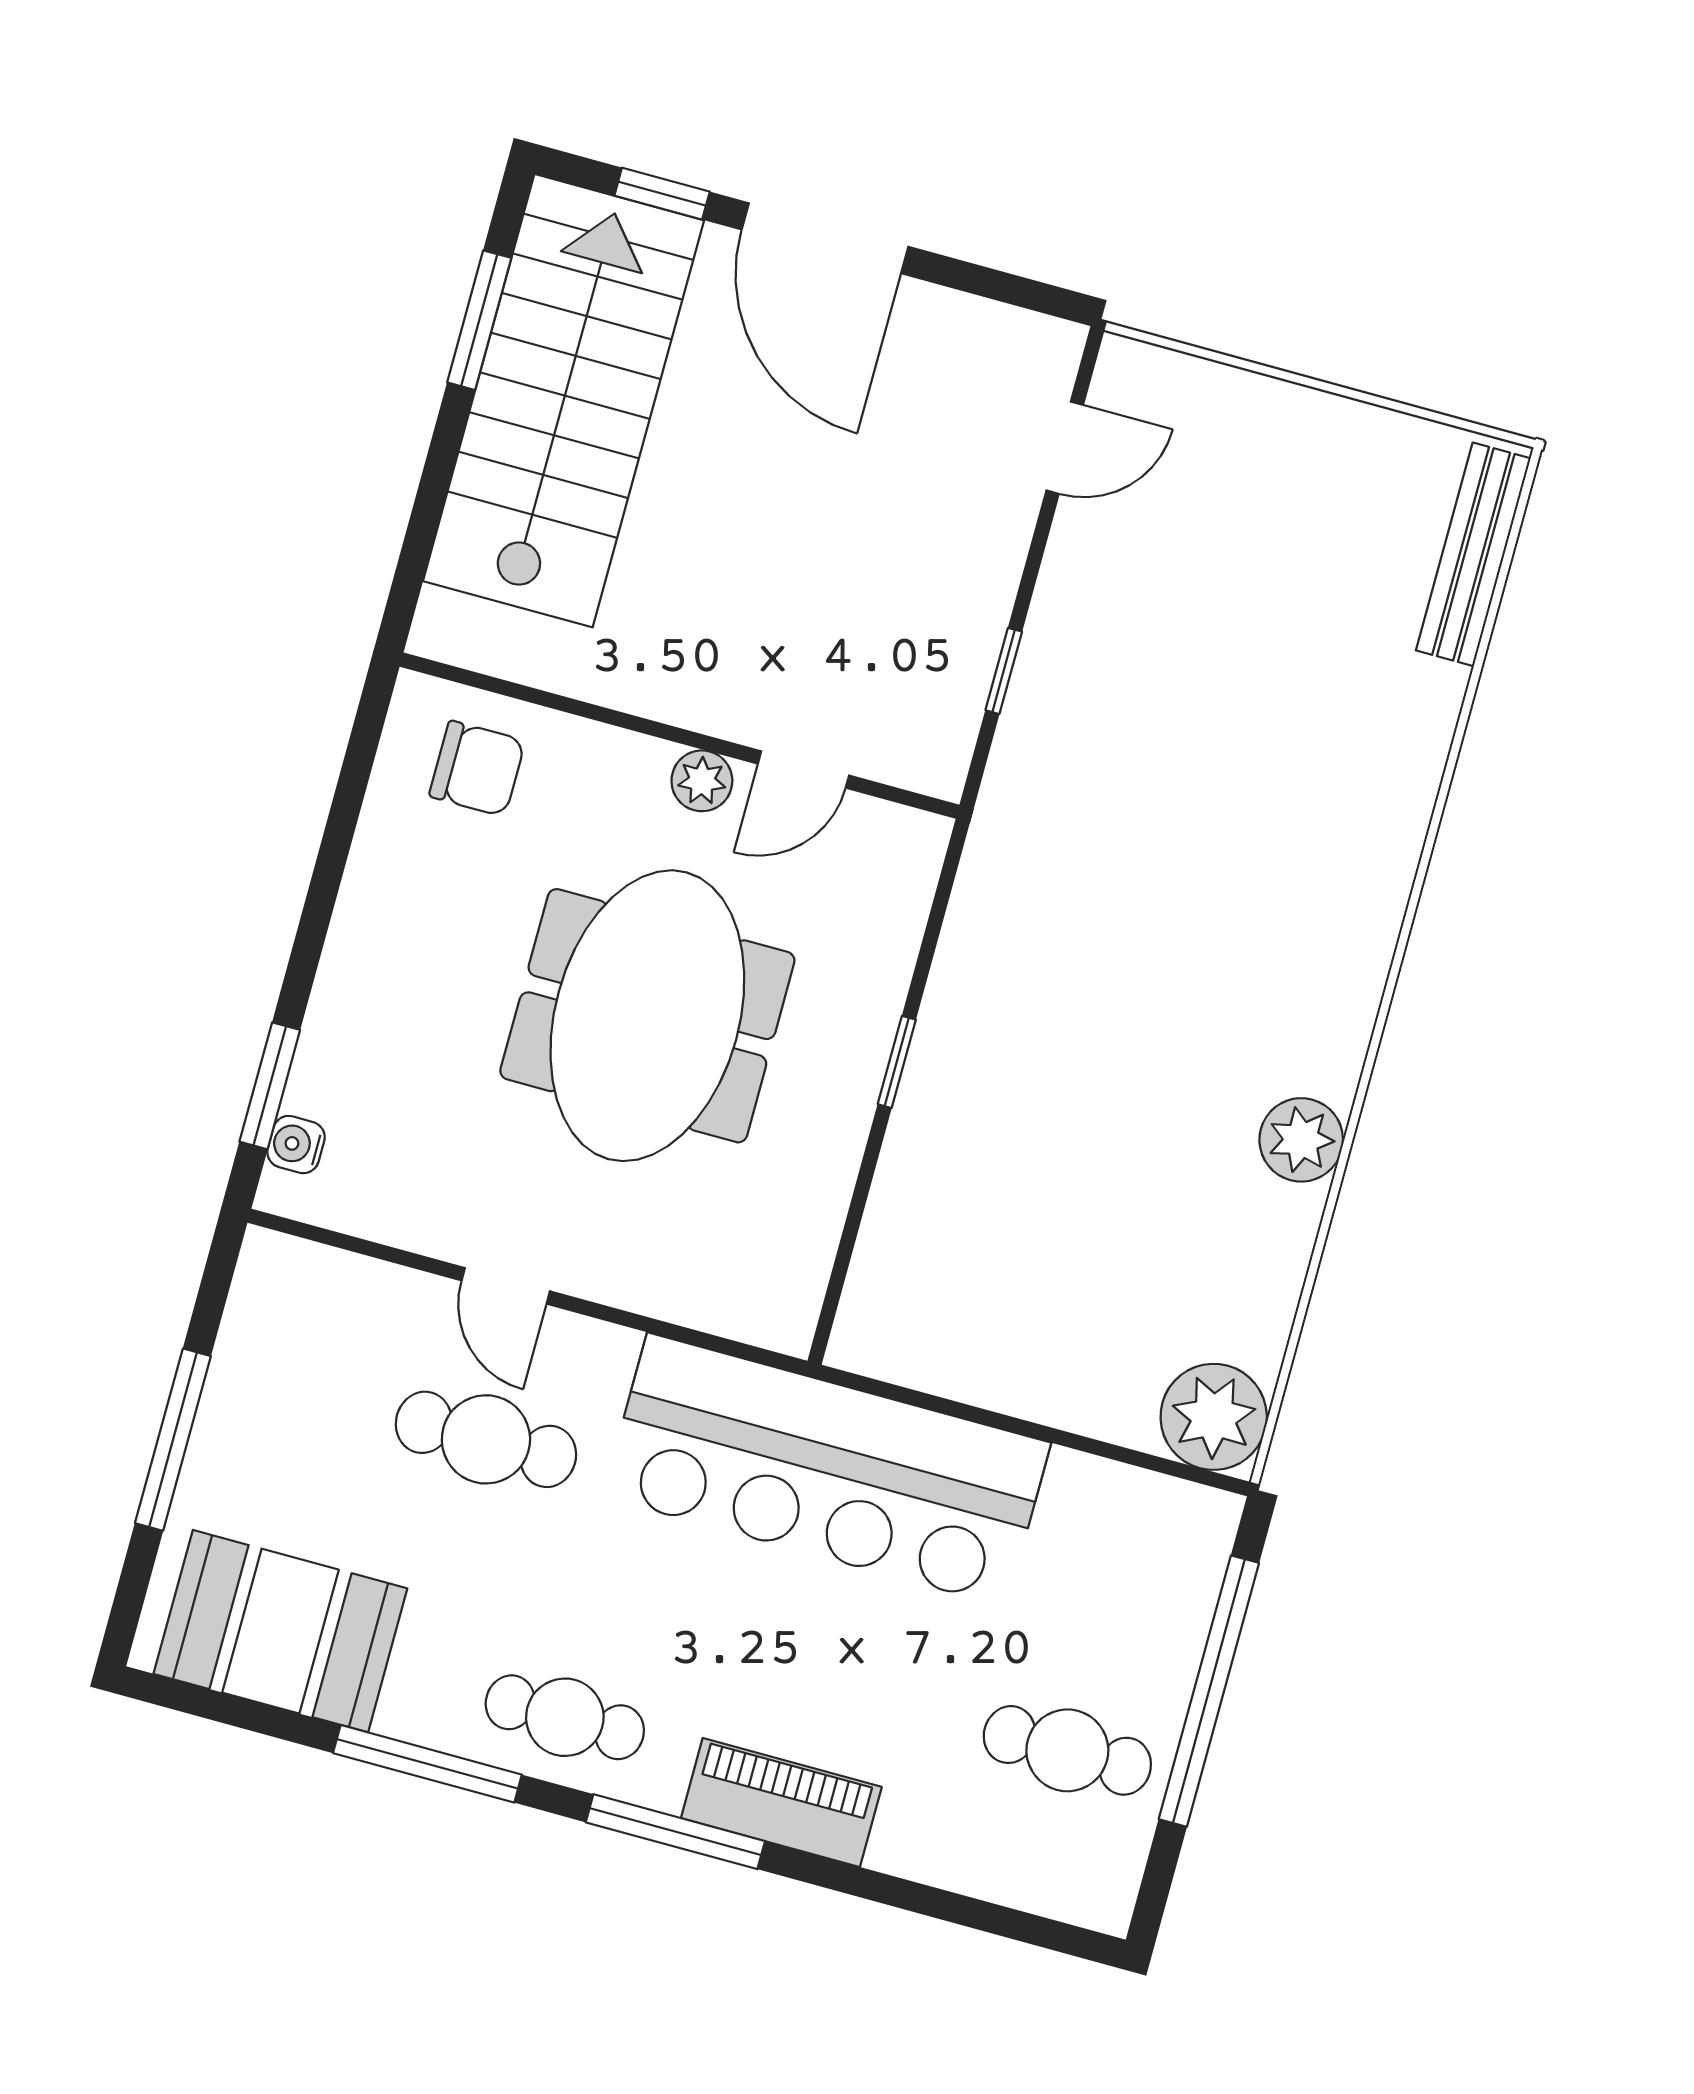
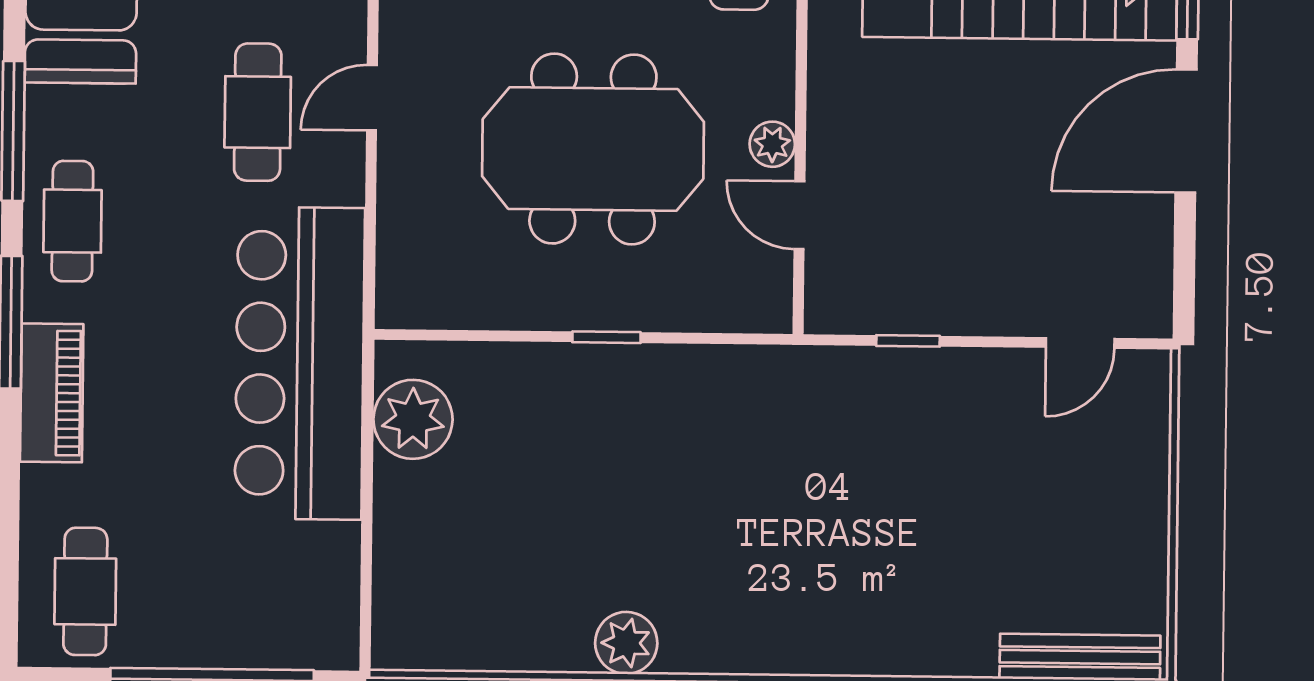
door: (1065, 448) -> (1080, 343), hinge flipped
plant: (1214, 1417) -> (413, 419), moved
cafe table: (1067, 1750) -> (85, 591), moved

